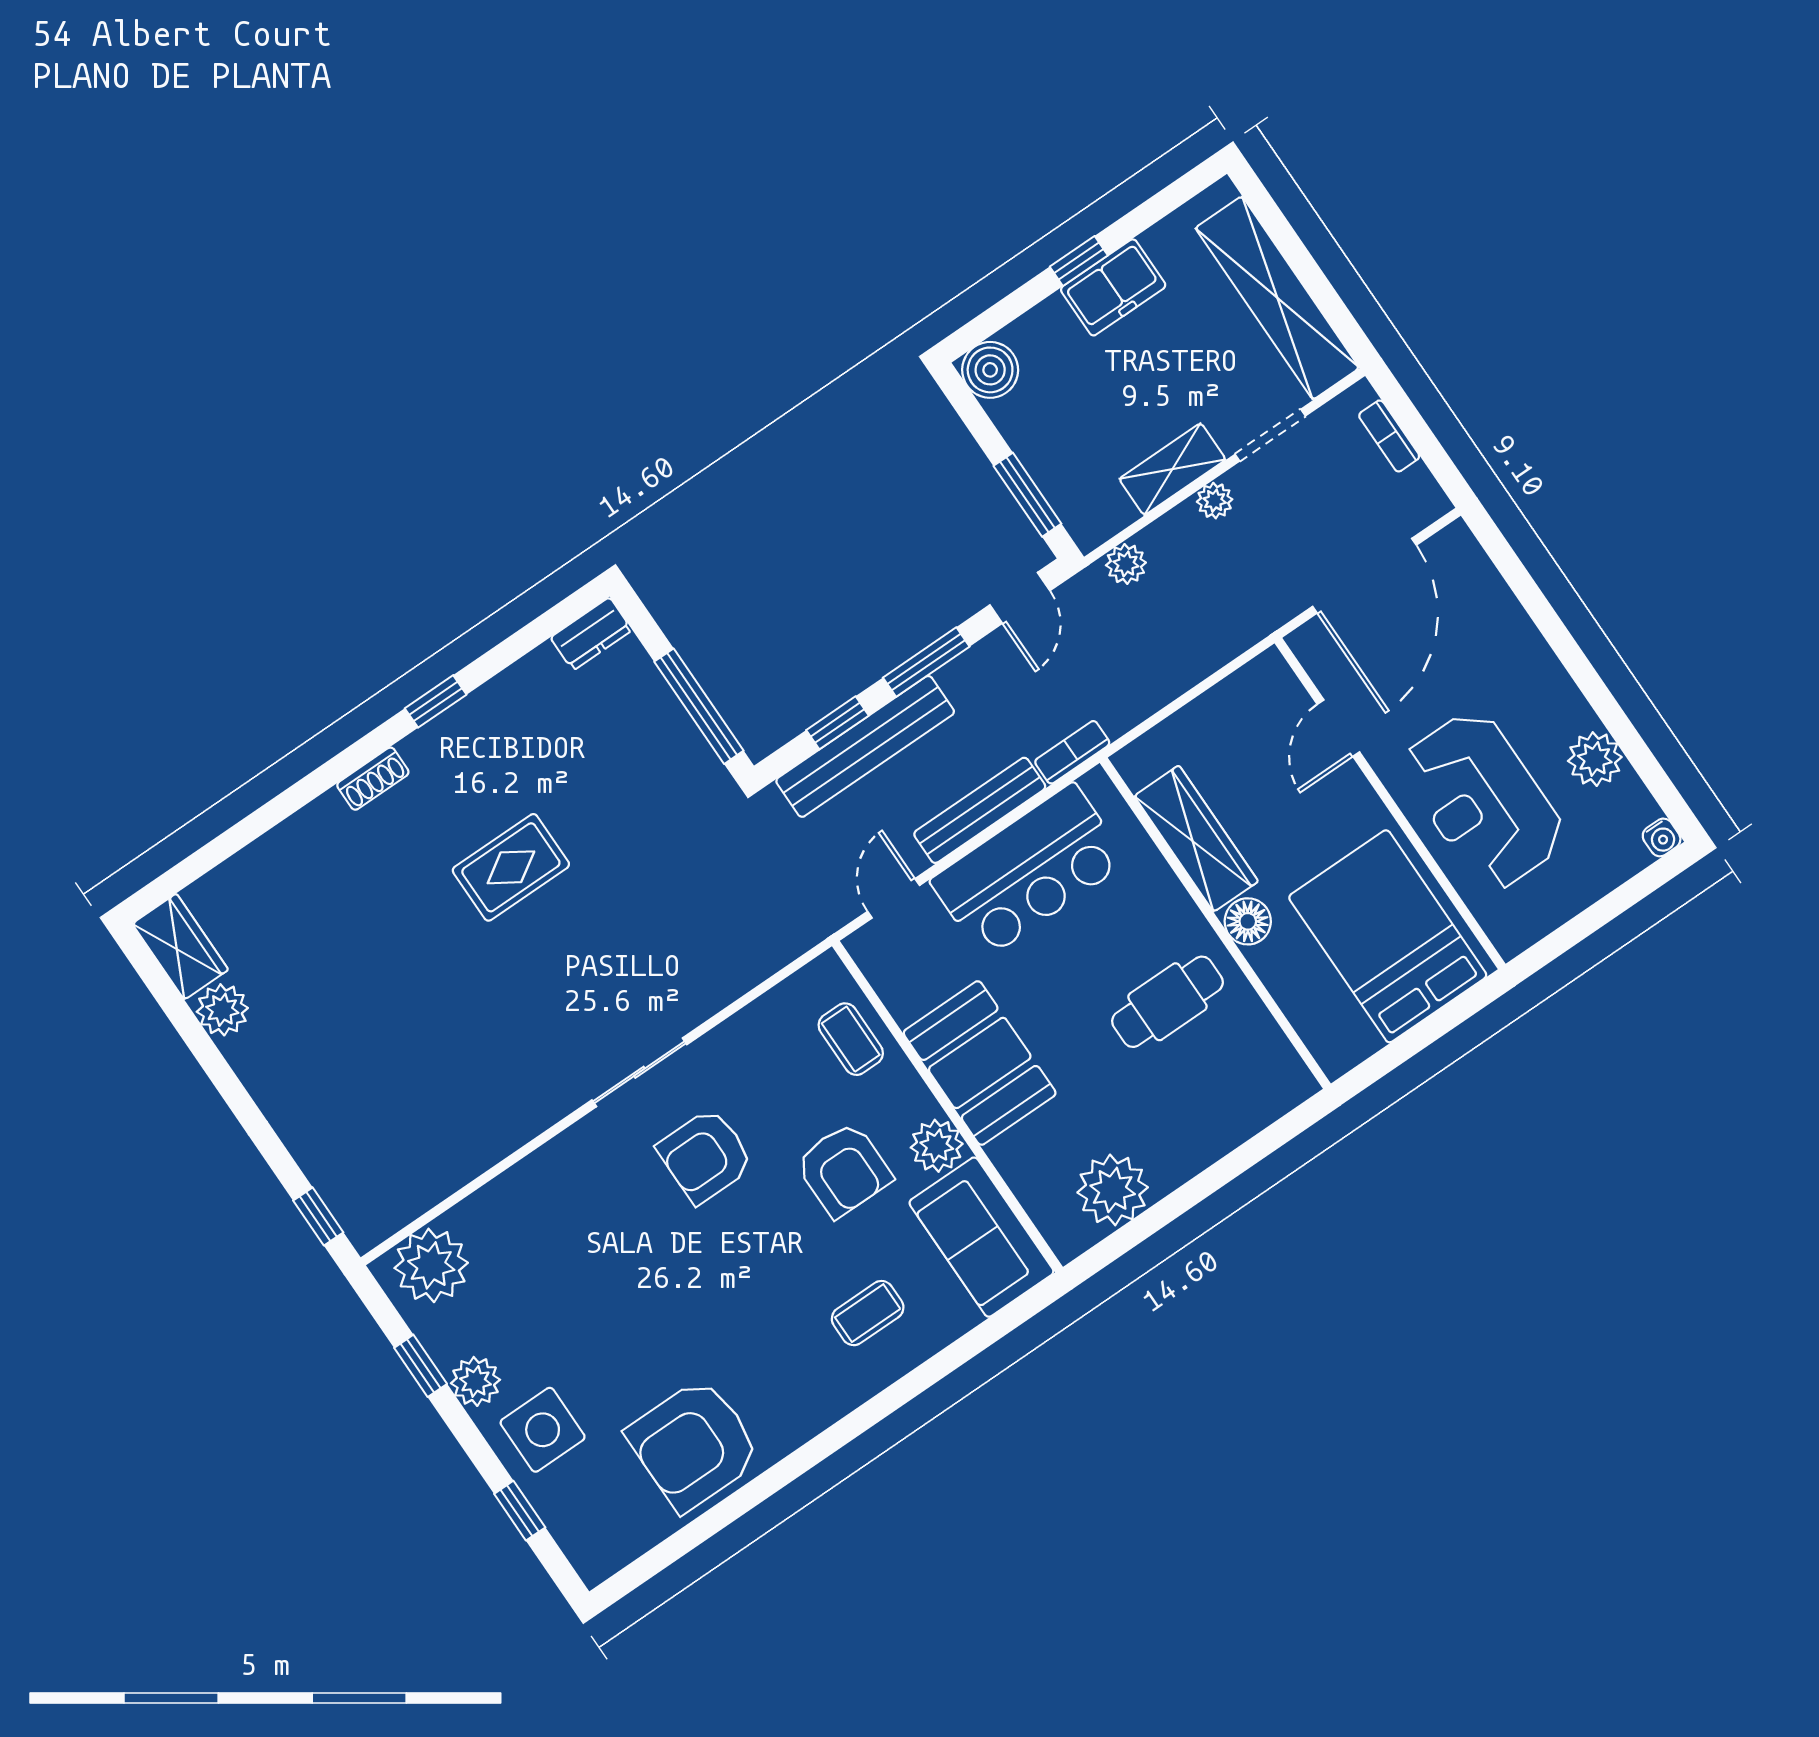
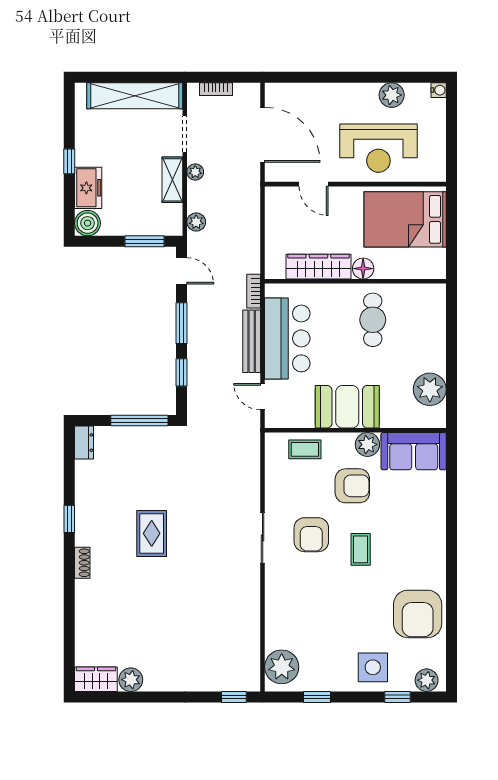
freezer: (1113, 287) -> (88, 188), moved
bench: (865, 746) -> (198, 368), removed
coffee table: (868, 1313) -> (361, 549), moved
plant: (475, 1381) -> (427, 680), moved

